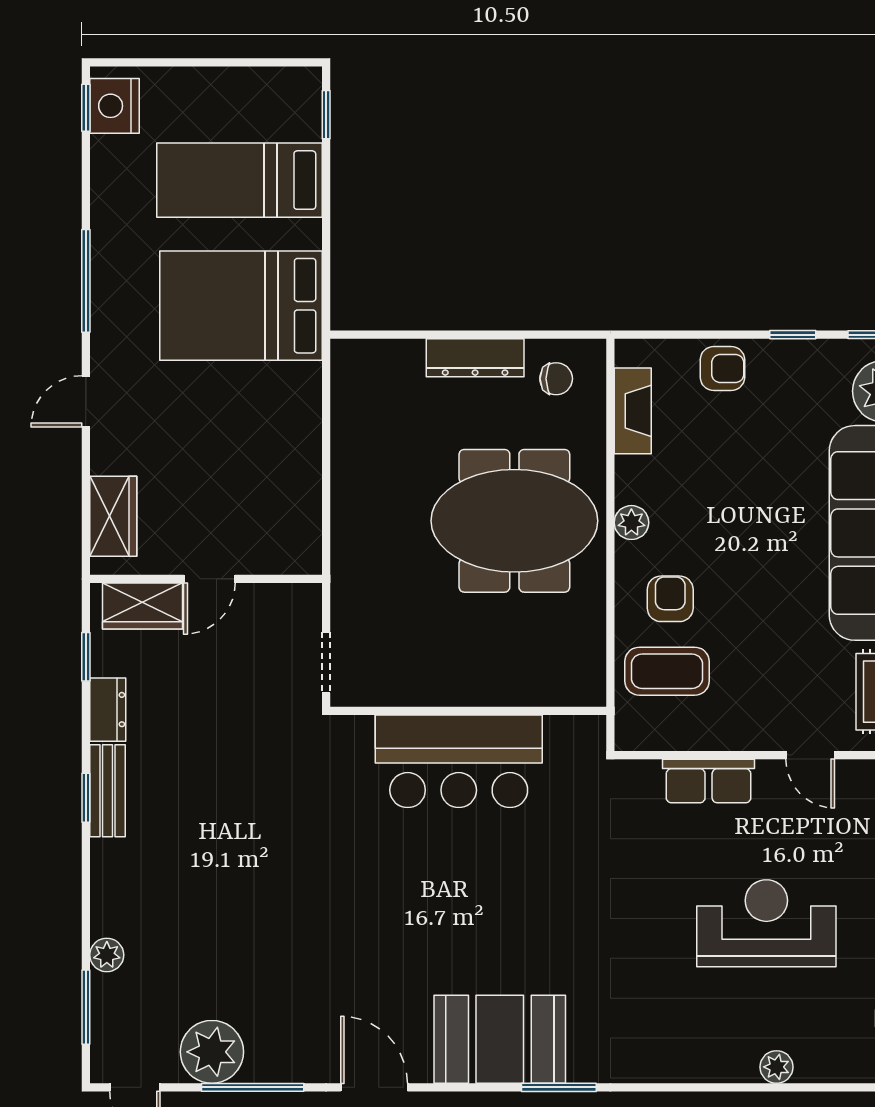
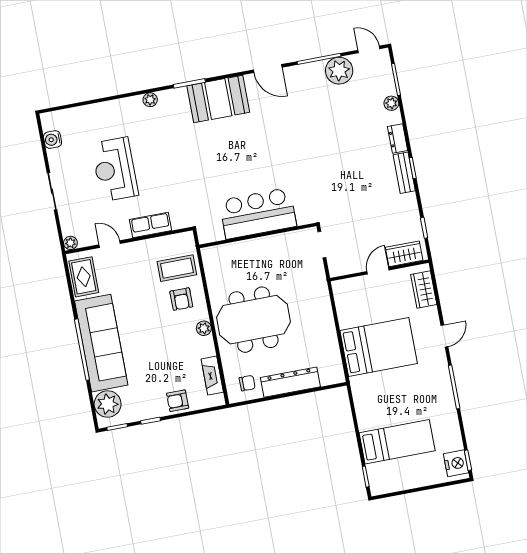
bed: (241, 306) -> (379, 347), moved
dresser: (475, 358) -> (290, 382), width x1.37, depth x1.24
chair: (556, 379) -> (247, 383), turned 180
dresser: (108, 710) -> (398, 139), moved
reception desk: (766, 923) -> (115, 169), turned 90
plant: (776, 1067) -> (150, 100), moved

